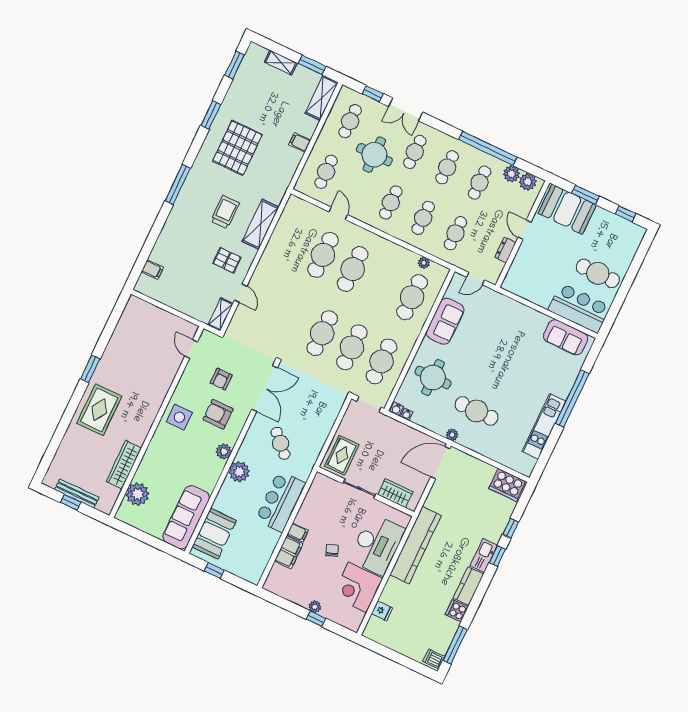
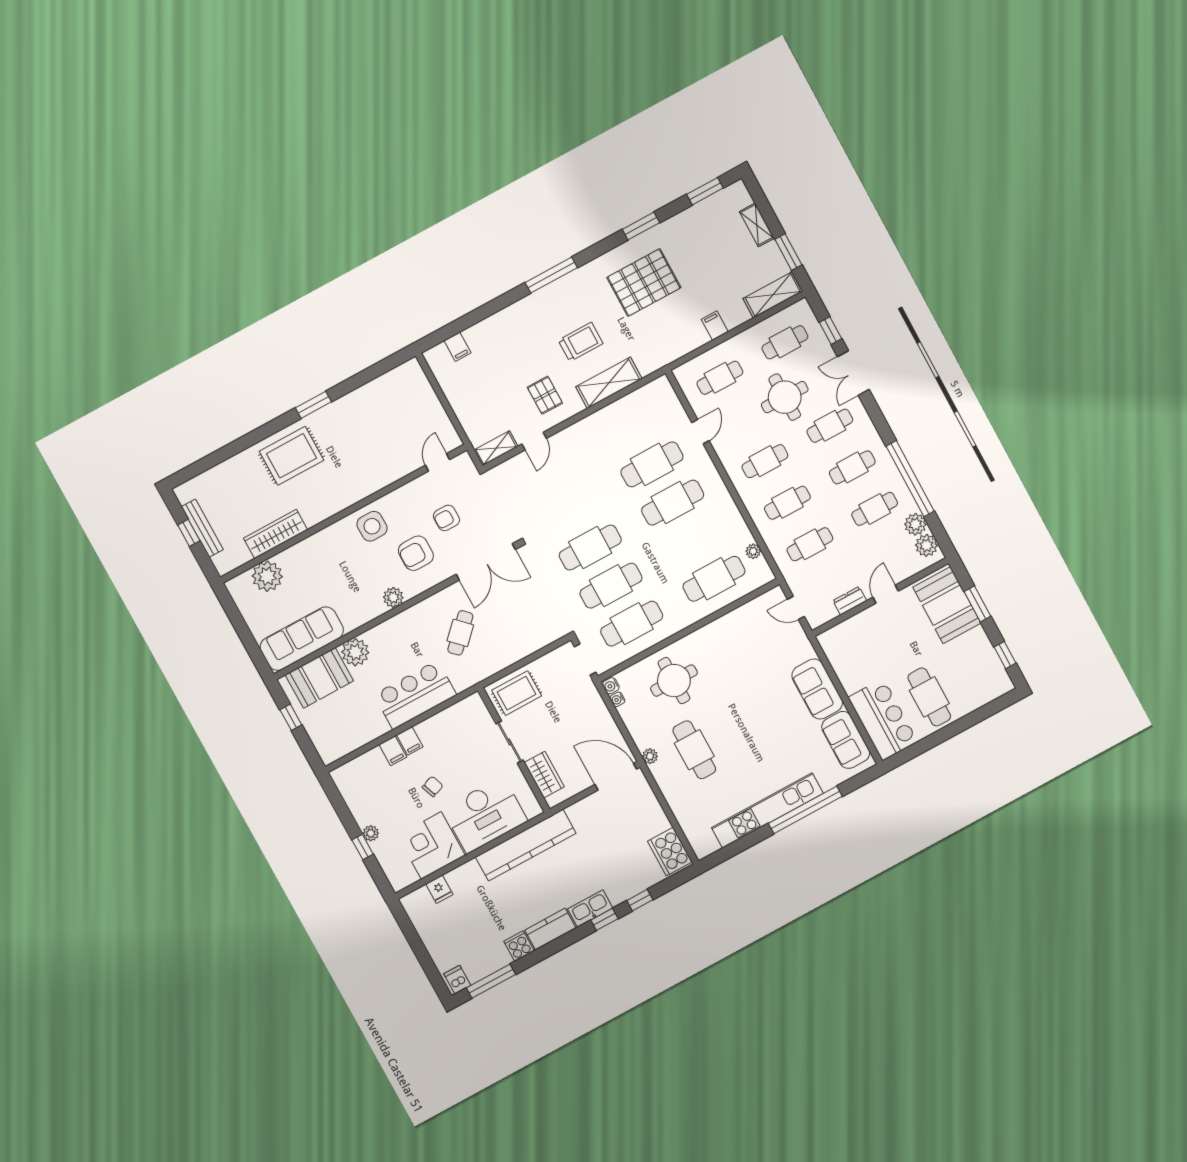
sofa: (445, 321) -> (817, 689), moved, turned 90
armchair: (218, 414) -> (416, 553), turned -90
kitchen unit: (544, 426) -> (767, 810), width x1.36
plant: (239, 472) -> (355, 652), moved
filing cabinet: (289, 552) -> (393, 751), width x0.50

